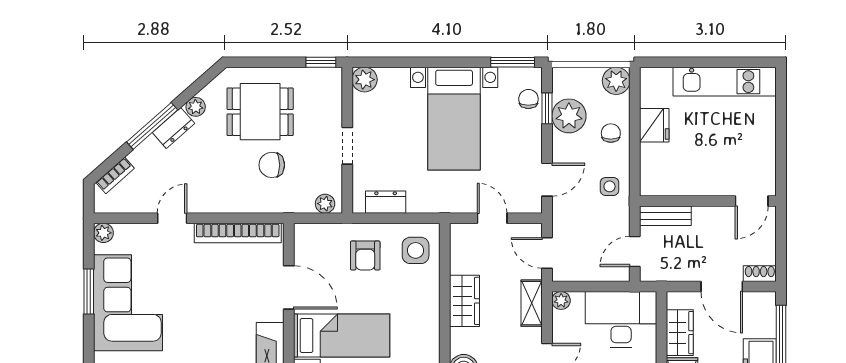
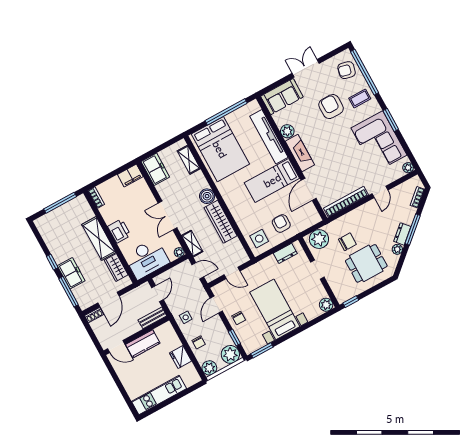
chair: (528, 99) -> (239, 318), moved
plant: (569, 116) -> (230, 354), moved
kitchen counter: (705, 181) -> (143, 344), added
door: (752, 201) -> (116, 347), swing flipped
plant: (325, 204) -> (319, 239), width x1.88, depth x1.88
door: (722, 286) -> (108, 299), swing flipped
door: (289, 287) -> (309, 189), hinge flipped
window: (89, 291) -> (391, 120), moved
wardrobe: (464, 301) -> (221, 222), width x1.50

